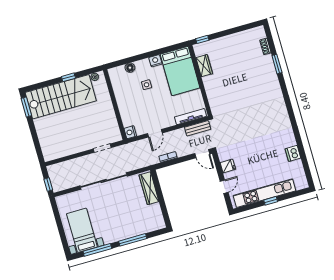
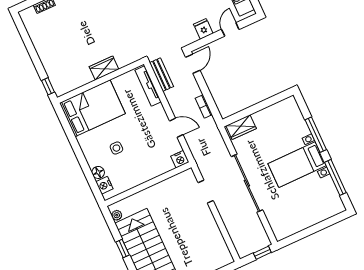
nightstand: (155, 61) -> (104, 185), moved
wardrobe: (204, 66) -> (104, 68), moved
door: (224, 187) -> (230, 29), hinge flipped
wardrobe: (149, 188) -> (241, 127), width x0.67
bed with nightstands: (82, 230) -> (297, 165), moved

